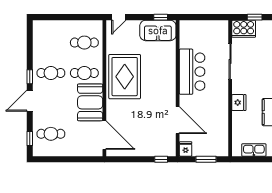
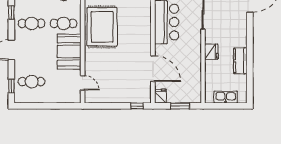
window: (30, 77) -> (11, 13), moved
door: (104, 135) -> (83, 83), width x0.53

